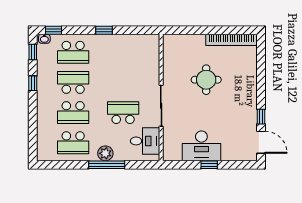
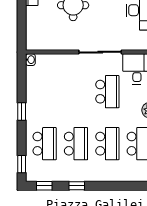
washbasin: (44, 39) -> (30, 60), moved
school desk: (73, 82) -> (76, 144), turned 180
school desk: (123, 113) -> (107, 92), turned 180

